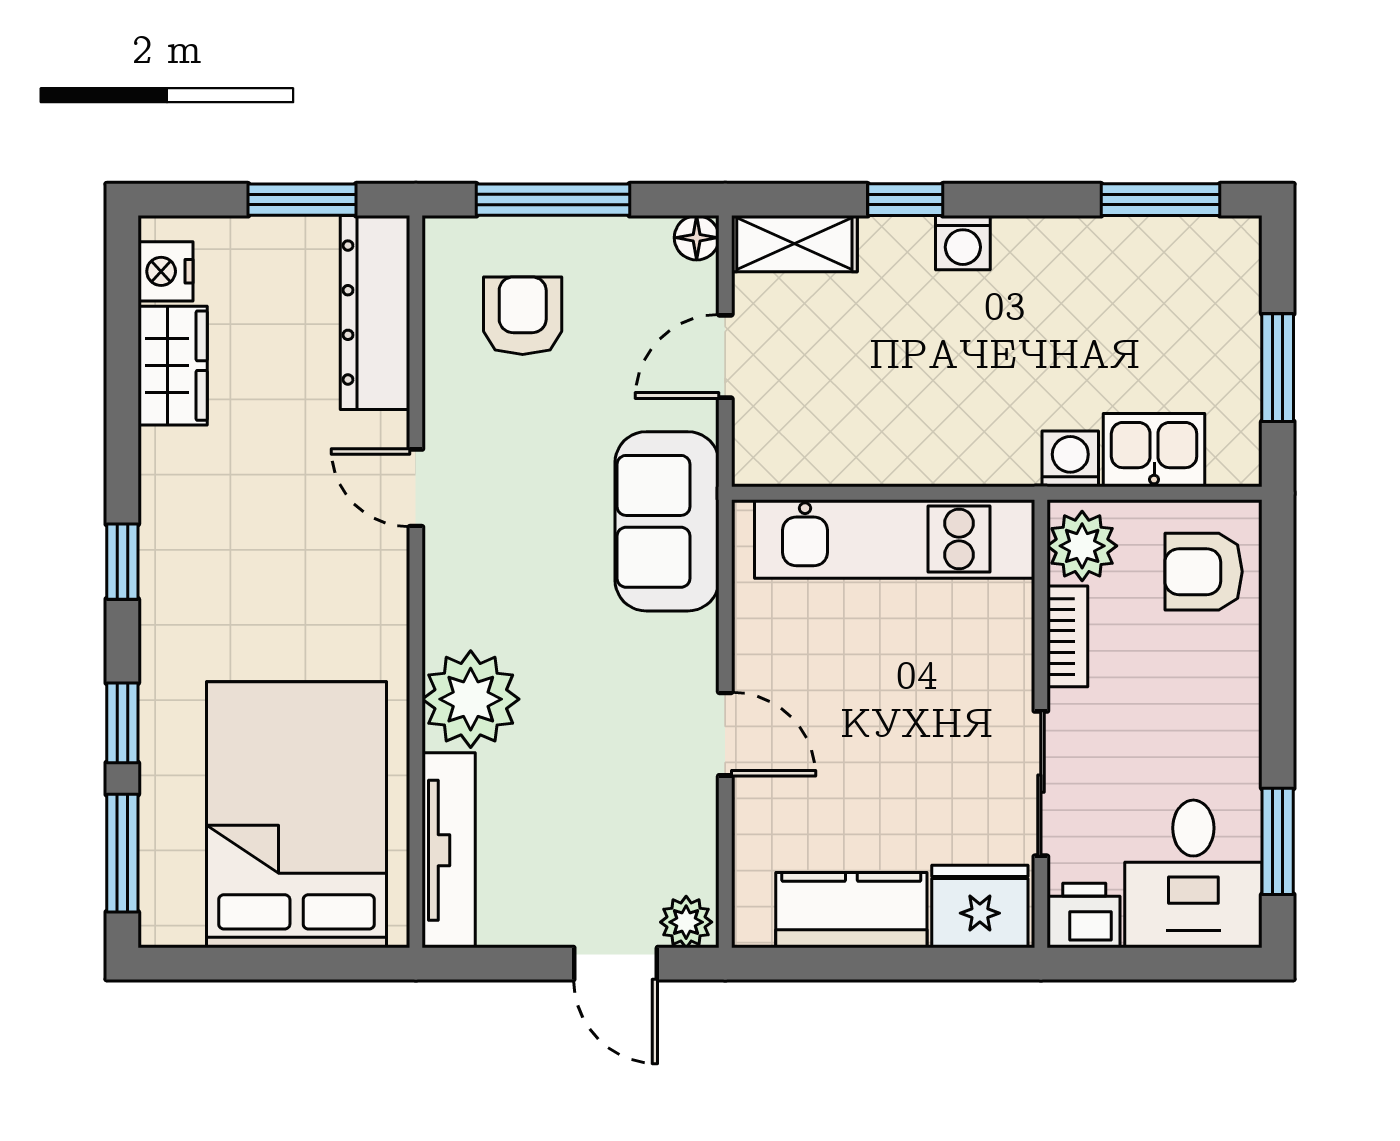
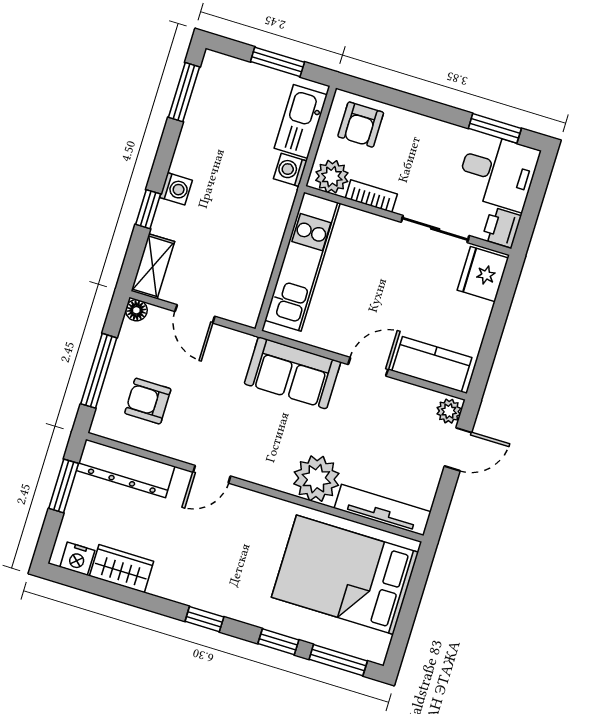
kitchen sink: (1154, 450) -> (301, 122), width x1.38
sofa: (667, 521) -> (293, 373), moved
kitchen counter: (851, 910) -> (432, 364), moved, turned 90

